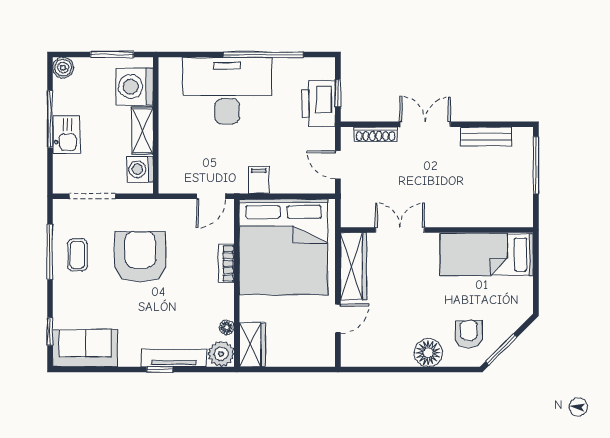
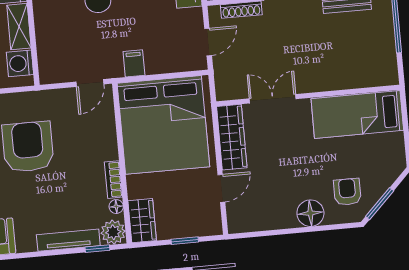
door: (338, 165) -> (208, 42), swing flipped
bookcase: (226, 263) -> (113, 180), moved
window: (160, 369) -> (97, 249), moved
window: (295, 369) -> (185, 241), added

